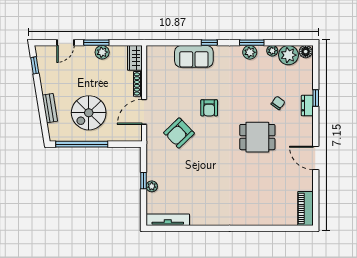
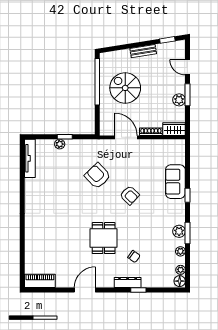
plant: (288, 55) -> (181, 270), width x0.53, depth x0.53
dresser: (307, 106) -> (128, 283), width x1.44
bench: (50, 108) -> (143, 51), moved
armchair: (209, 108) -> (130, 195), turned -136
armchair: (179, 133) -> (98, 176), moved

